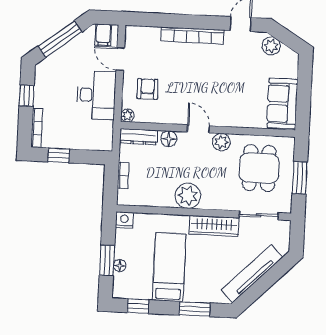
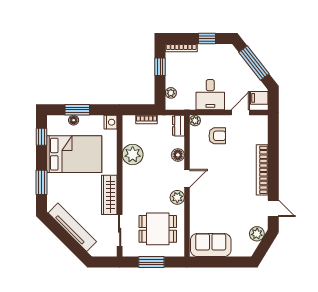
desk: (96, 95) -> (210, 95), width x0.73
dresser: (138, 137) -> (178, 126), width x0.70
plant: (92, 144) -> (171, 93), added
plant: (188, 196) -> (133, 155), moved
bed: (169, 267) -> (74, 154), width x1.50

